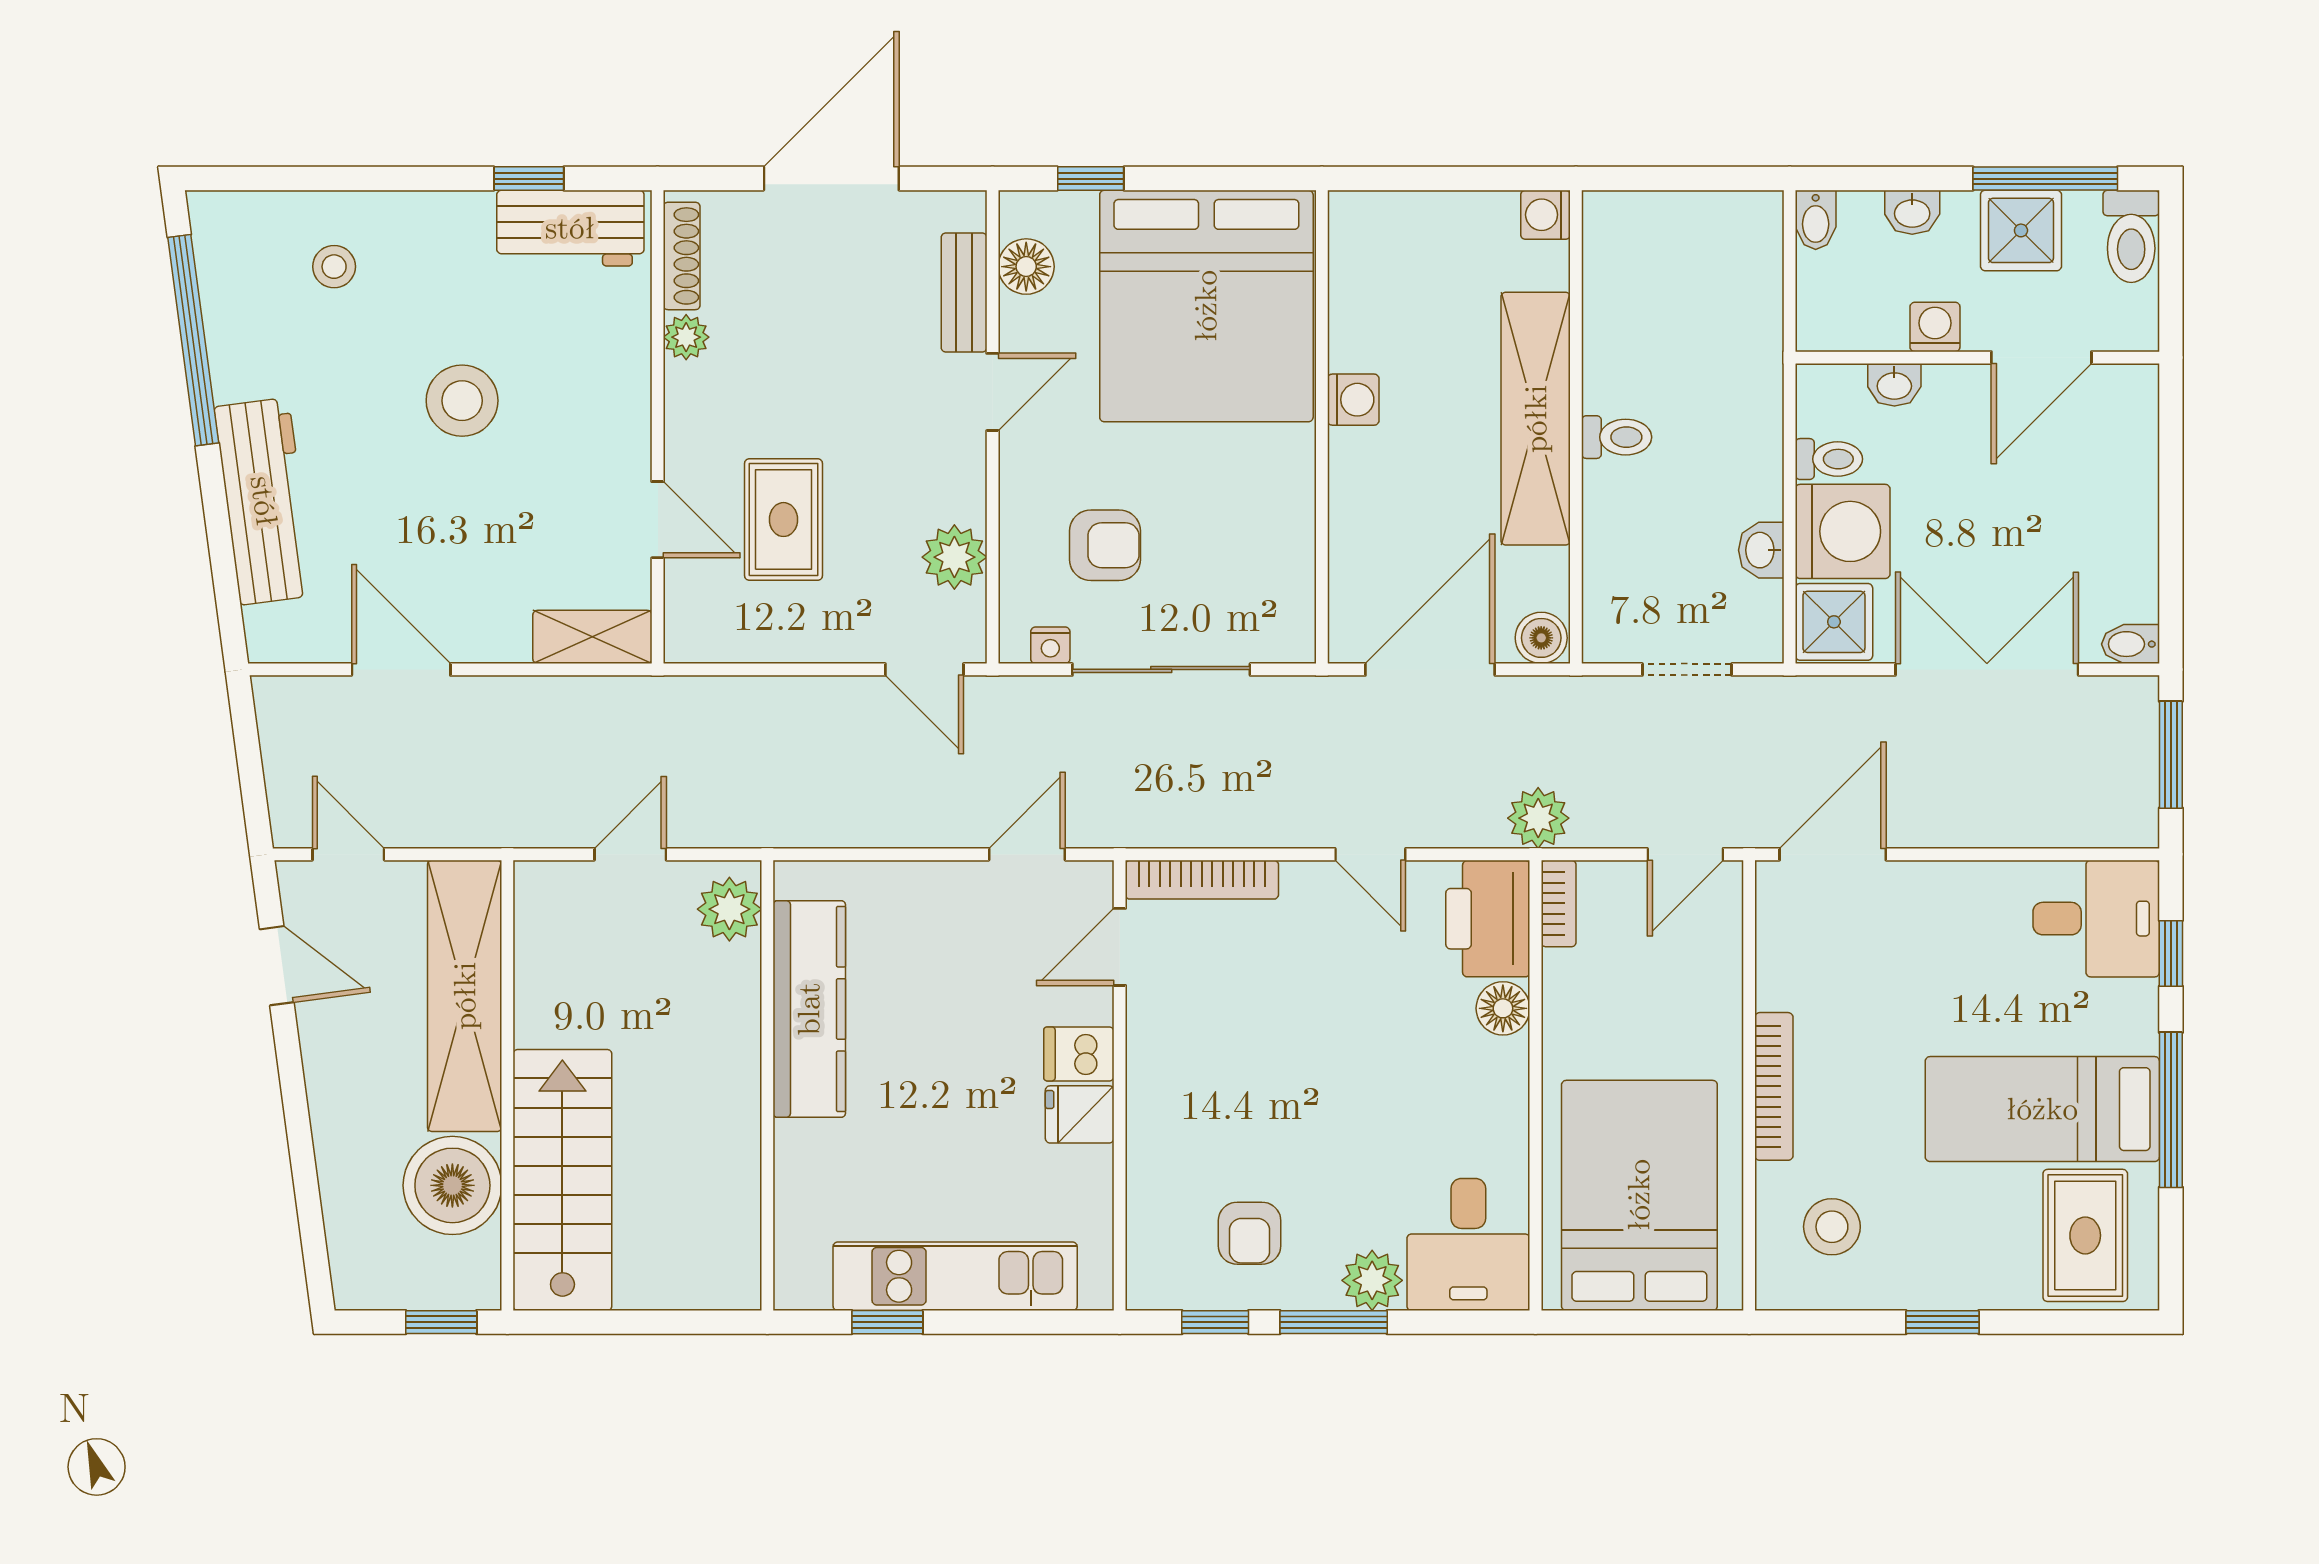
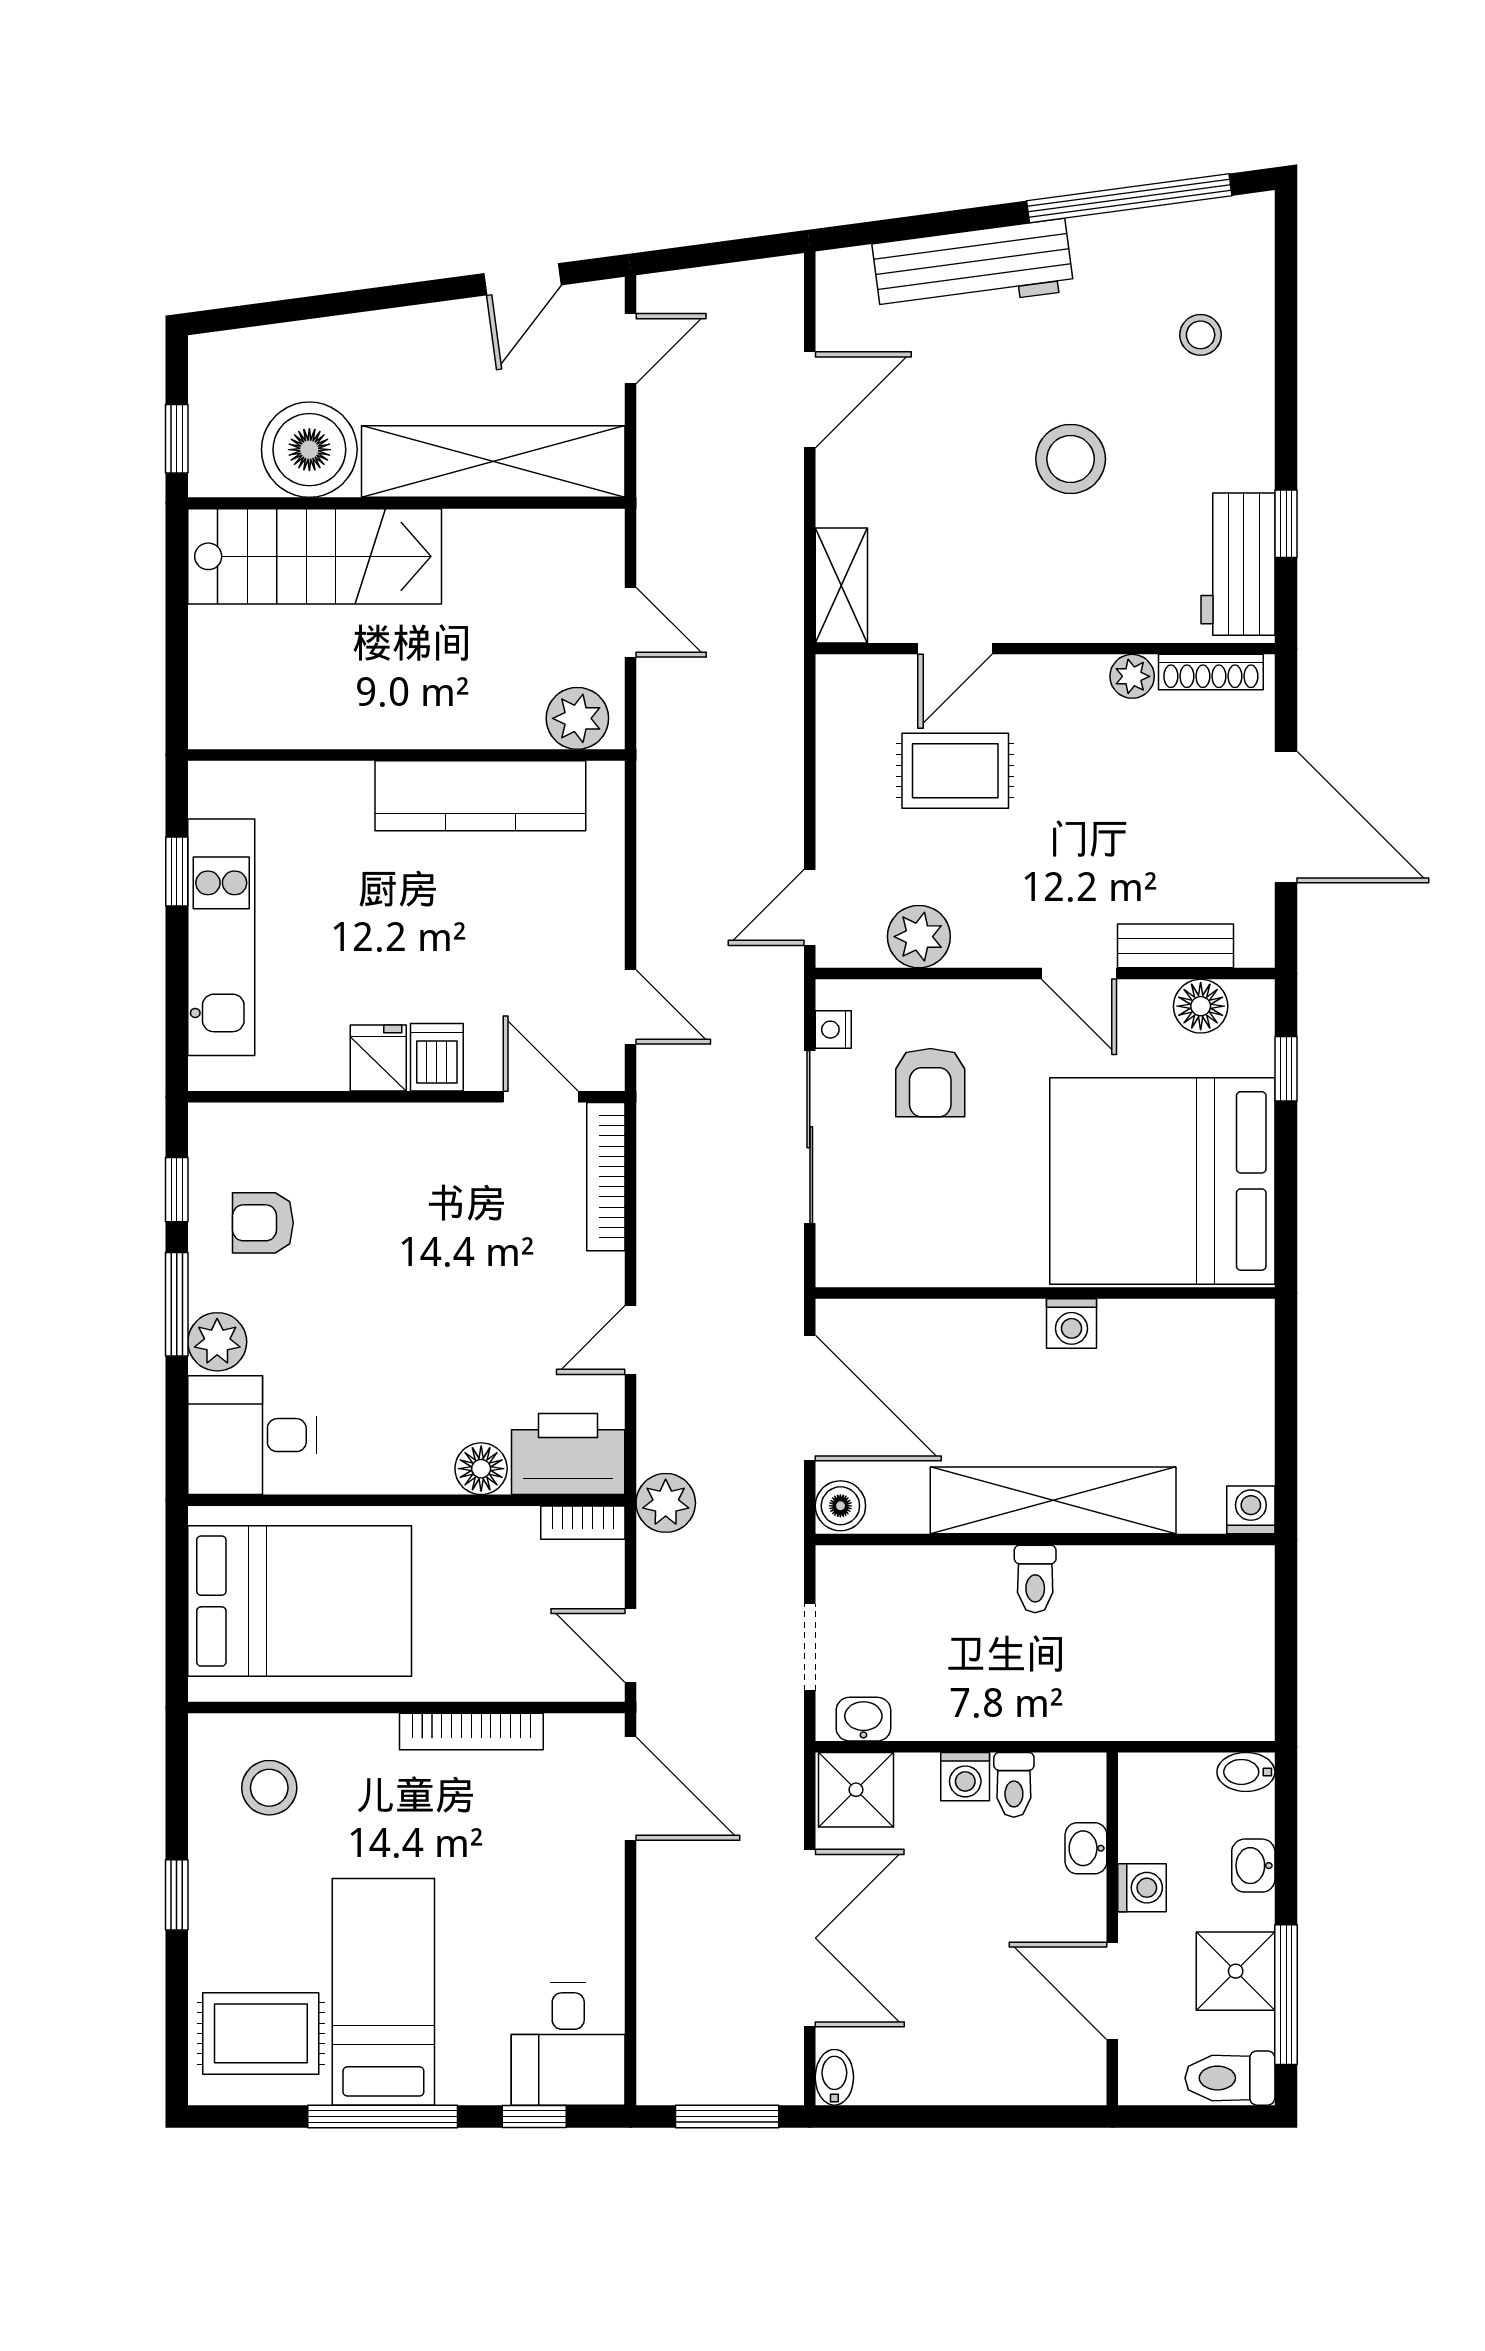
washing machine: (1843, 531) -> (965, 1777), width x0.53, depth x0.53
washbasin: (1761, 550) -> (863, 1719), moved
bookcase: (1774, 1086) -> (471, 1731), moved

